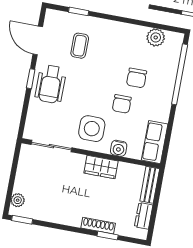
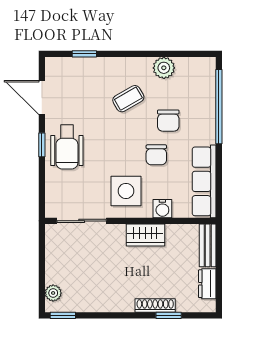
plant: (156, 37) -> (164, 68), moved
coffee table: (80, 46) -> (128, 99), moved, turned 60
row of seats: (155, 142) -> (204, 181), width x1.48

